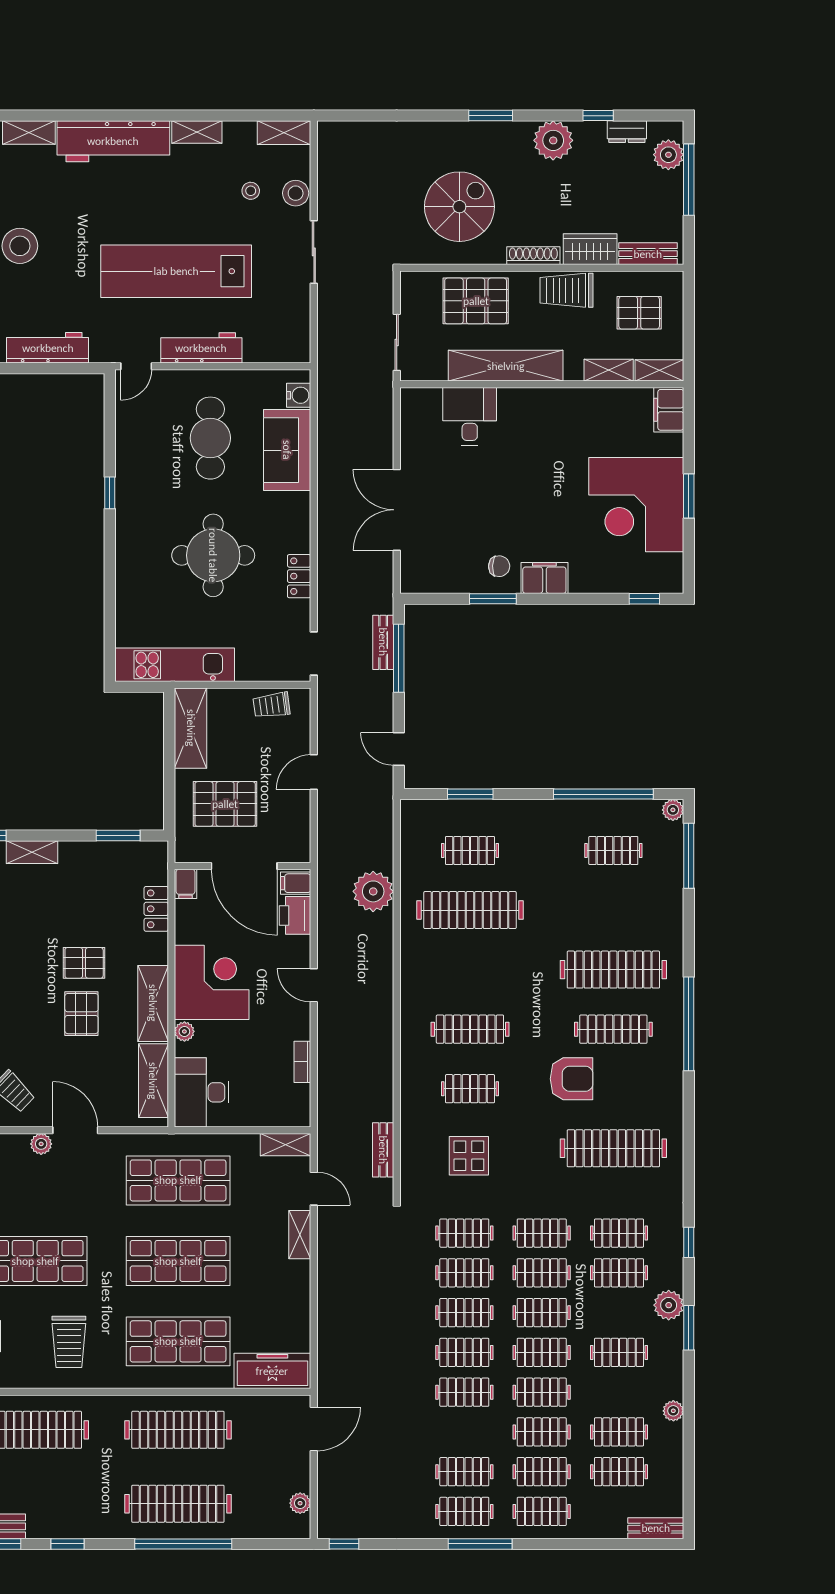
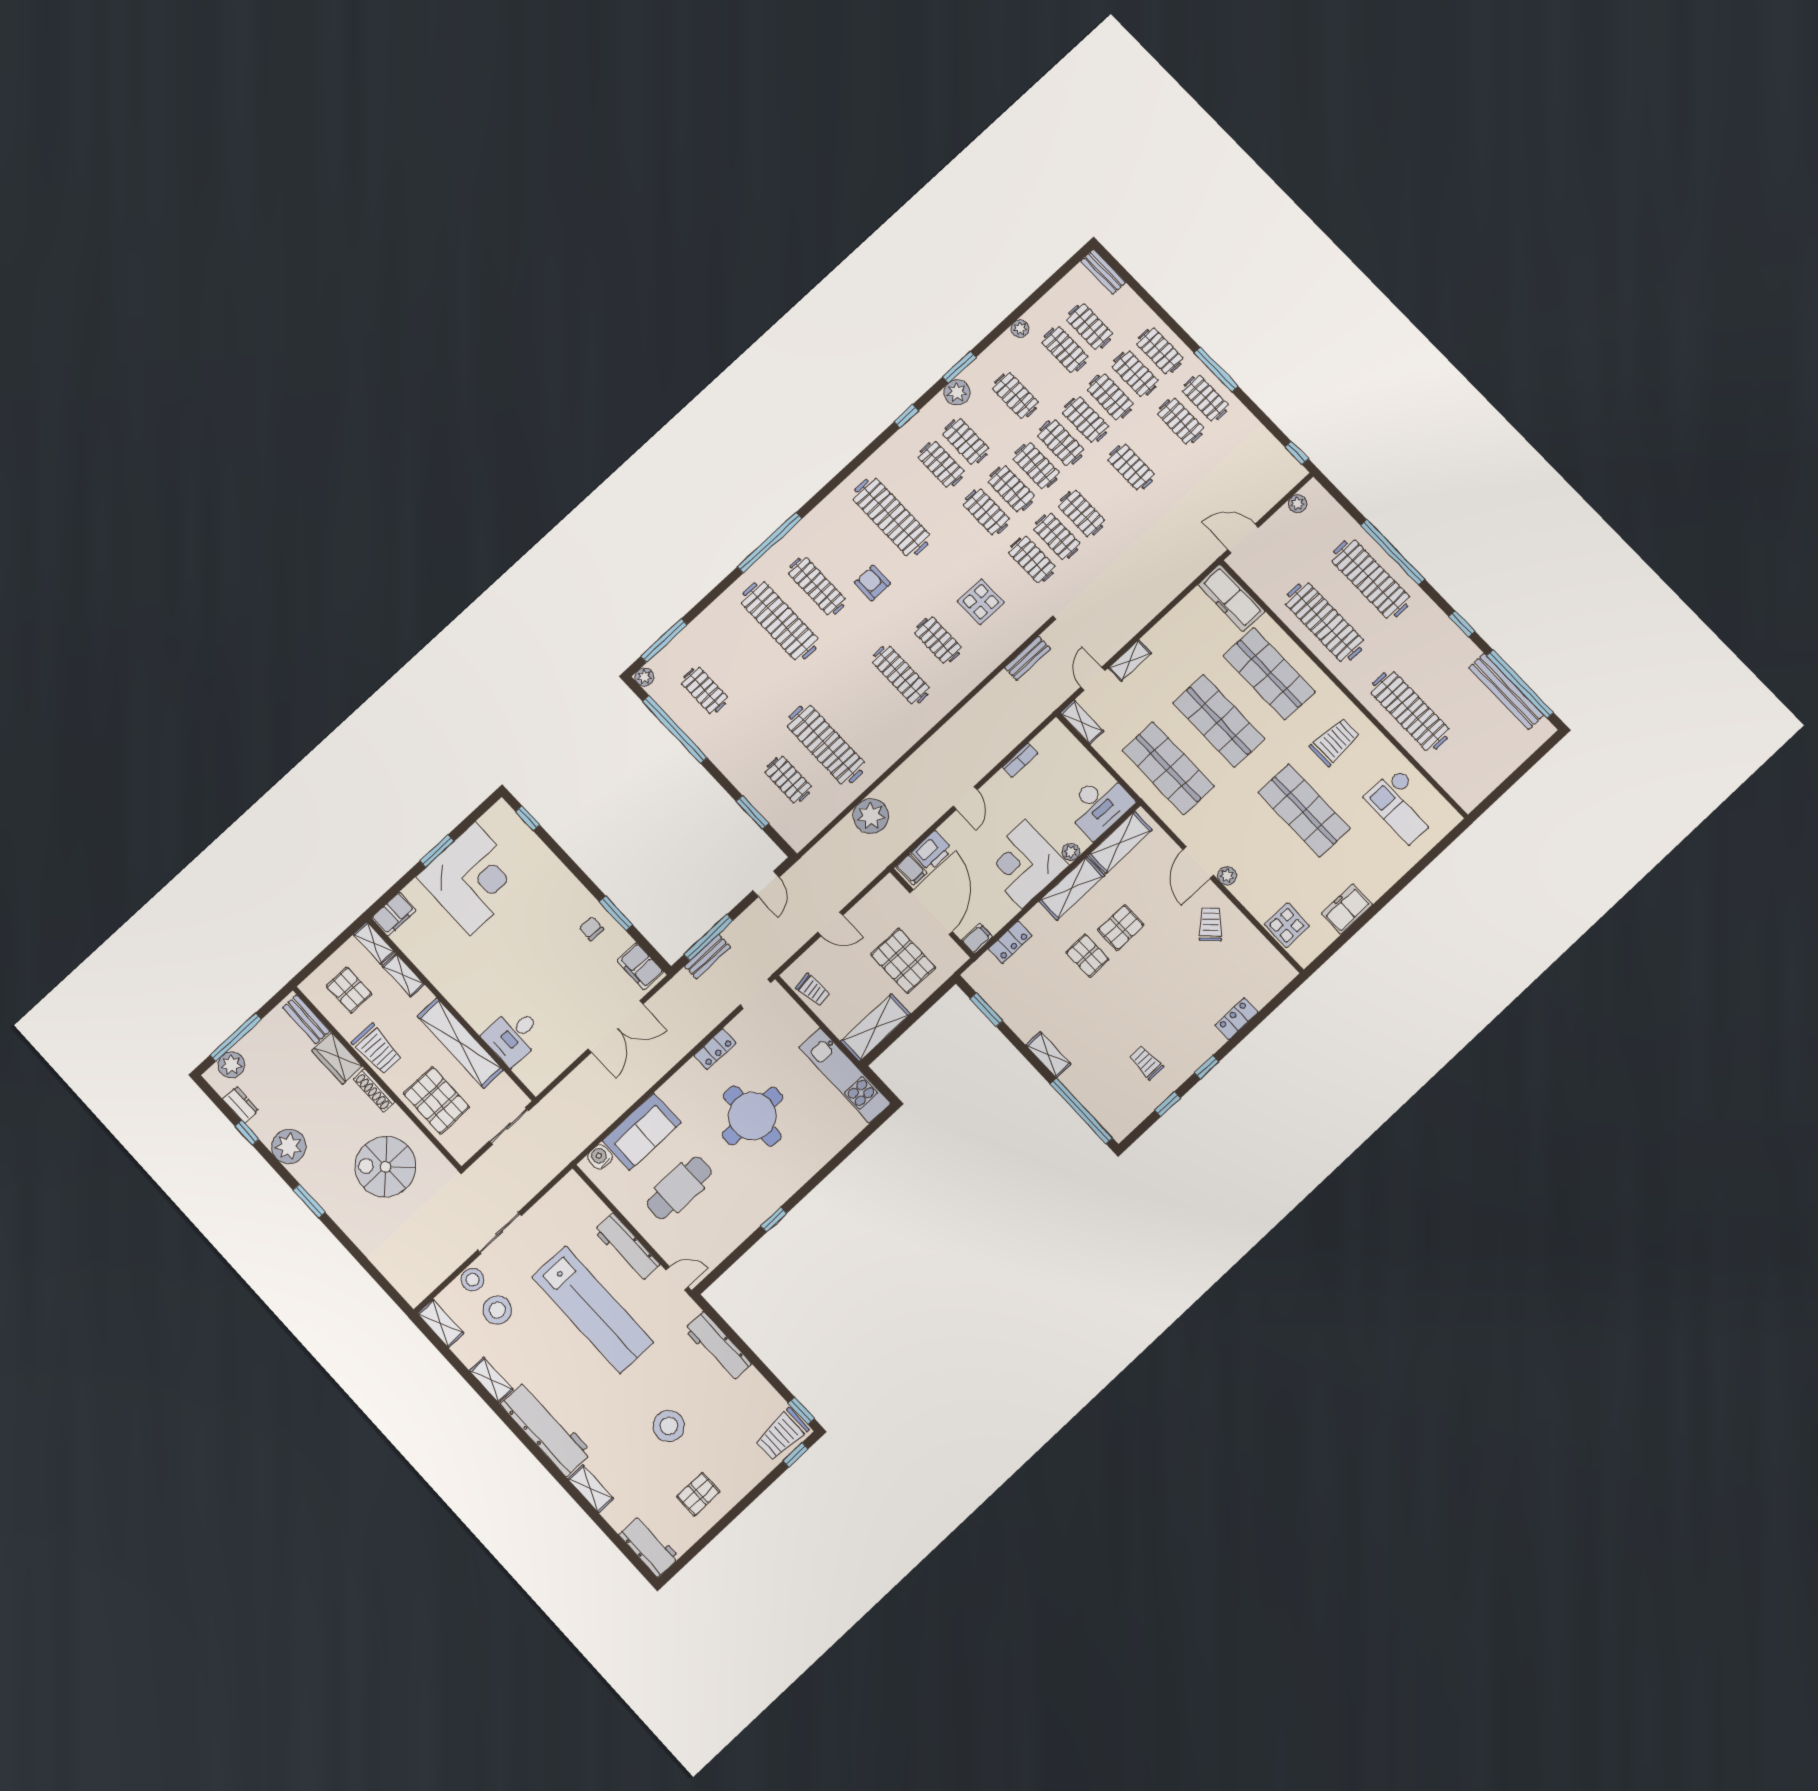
stool: (251, 191) -> (497, 1310), width x1.89, depth x1.89
filing cabinet: (544, 578) -> (640, 966), moved
armchair: (572, 1079) -> (872, 583), width x0.72, depth x0.72
clothes rail: (464, 1352) -> (1106, 490), removed

